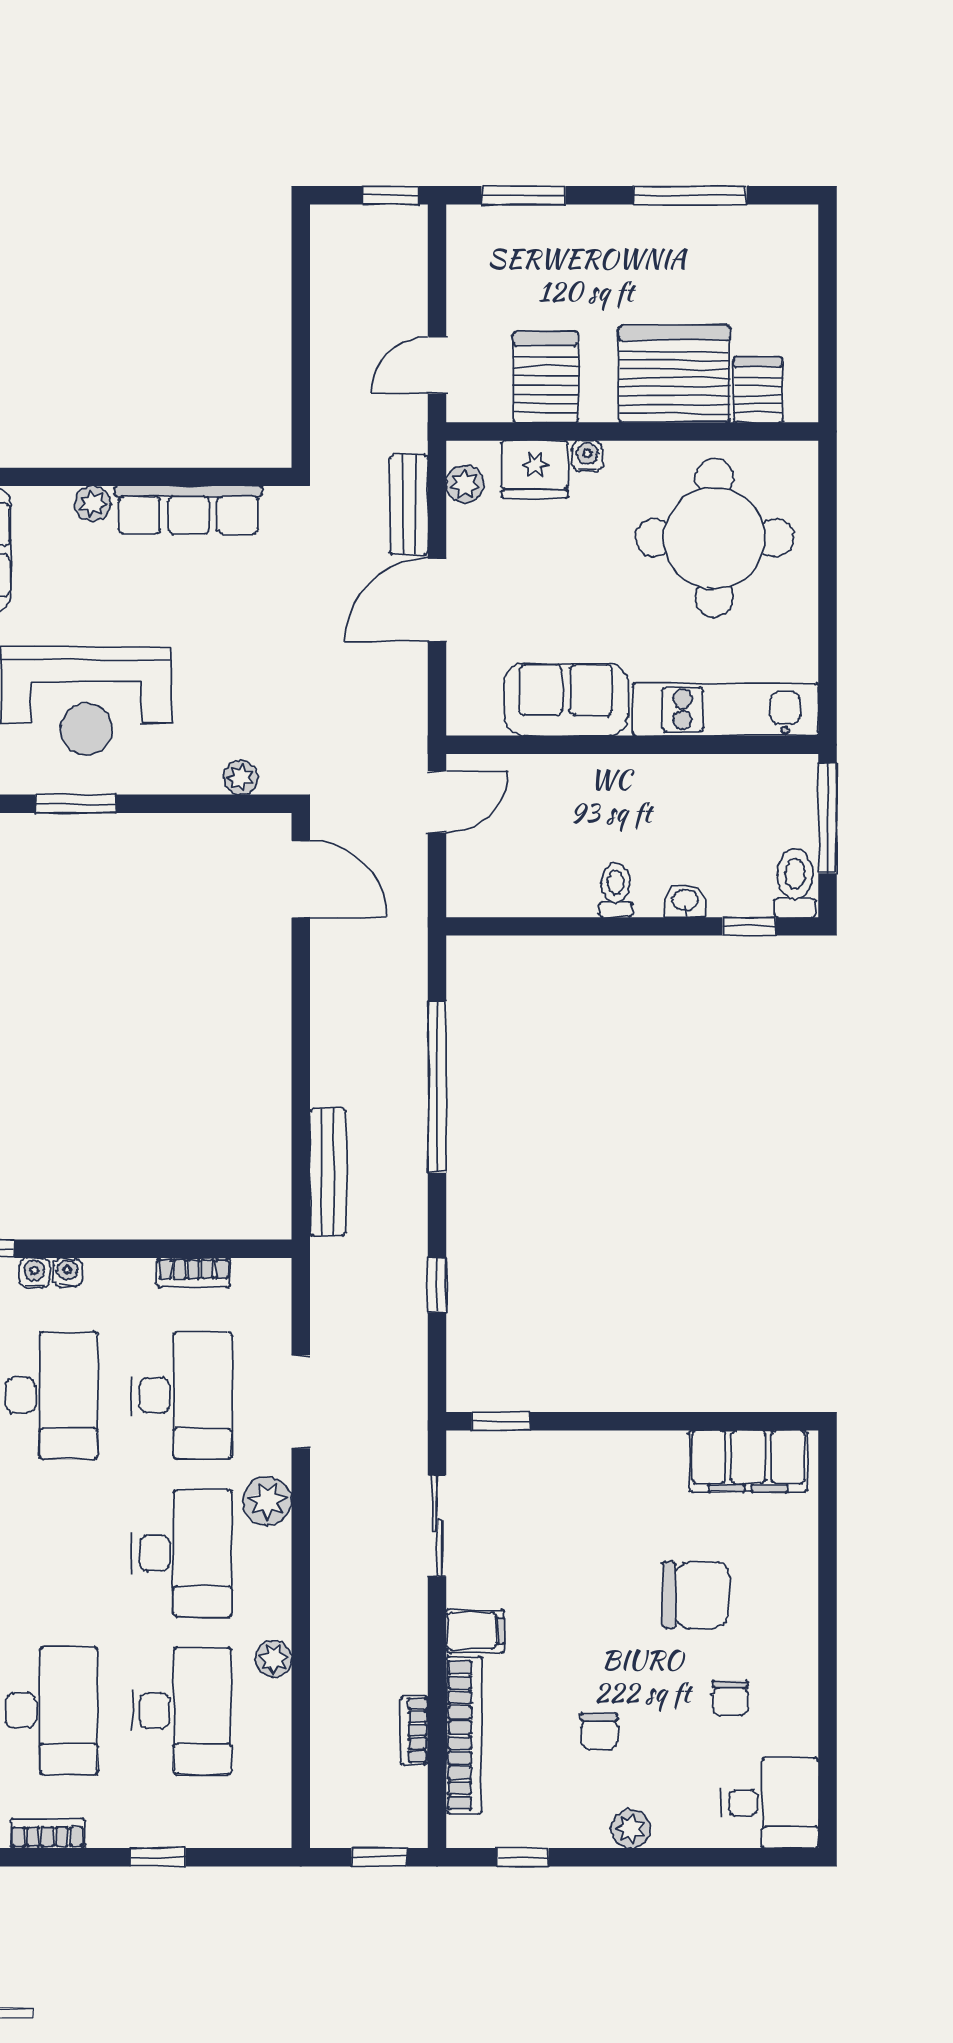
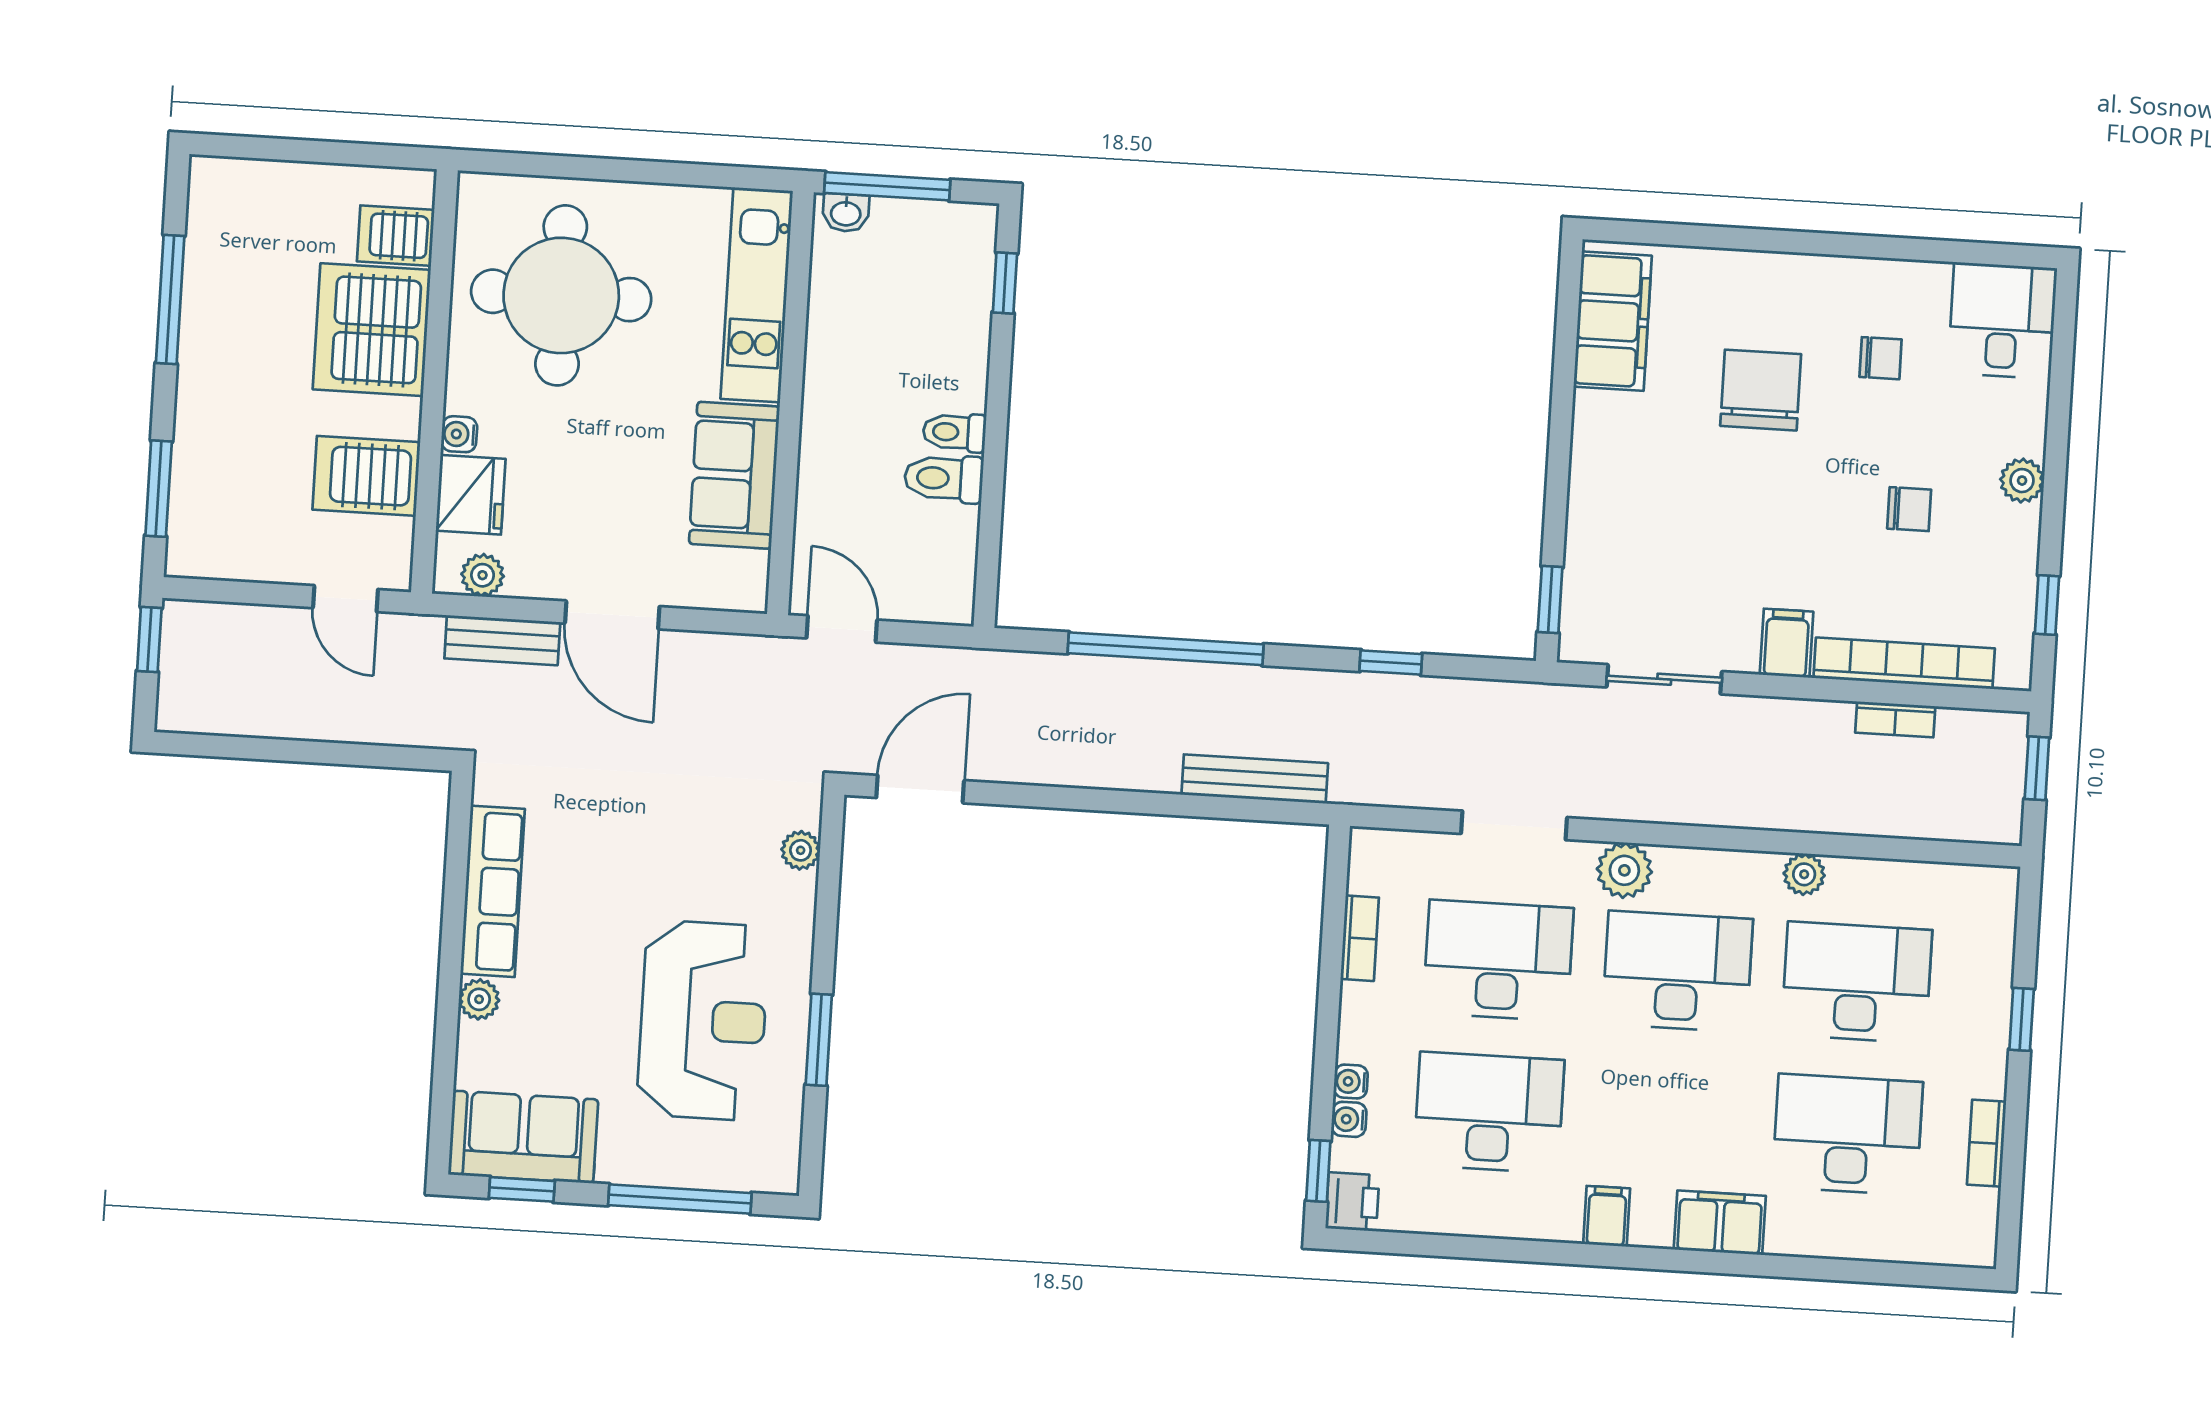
toilet: (795, 883) -> (944, 478), moved
washbasin: (685, 901) -> (846, 213), moved, turned -90

